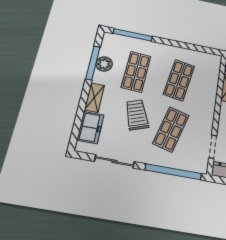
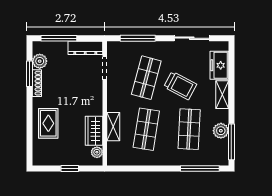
window: (93, 63) -> (231, 142), moved
shelving: (211, 89) -> (113, 127), added
trolley: (137, 115) -> (180, 86), turned -42
window: (173, 172) -> (138, 38), width x0.68

